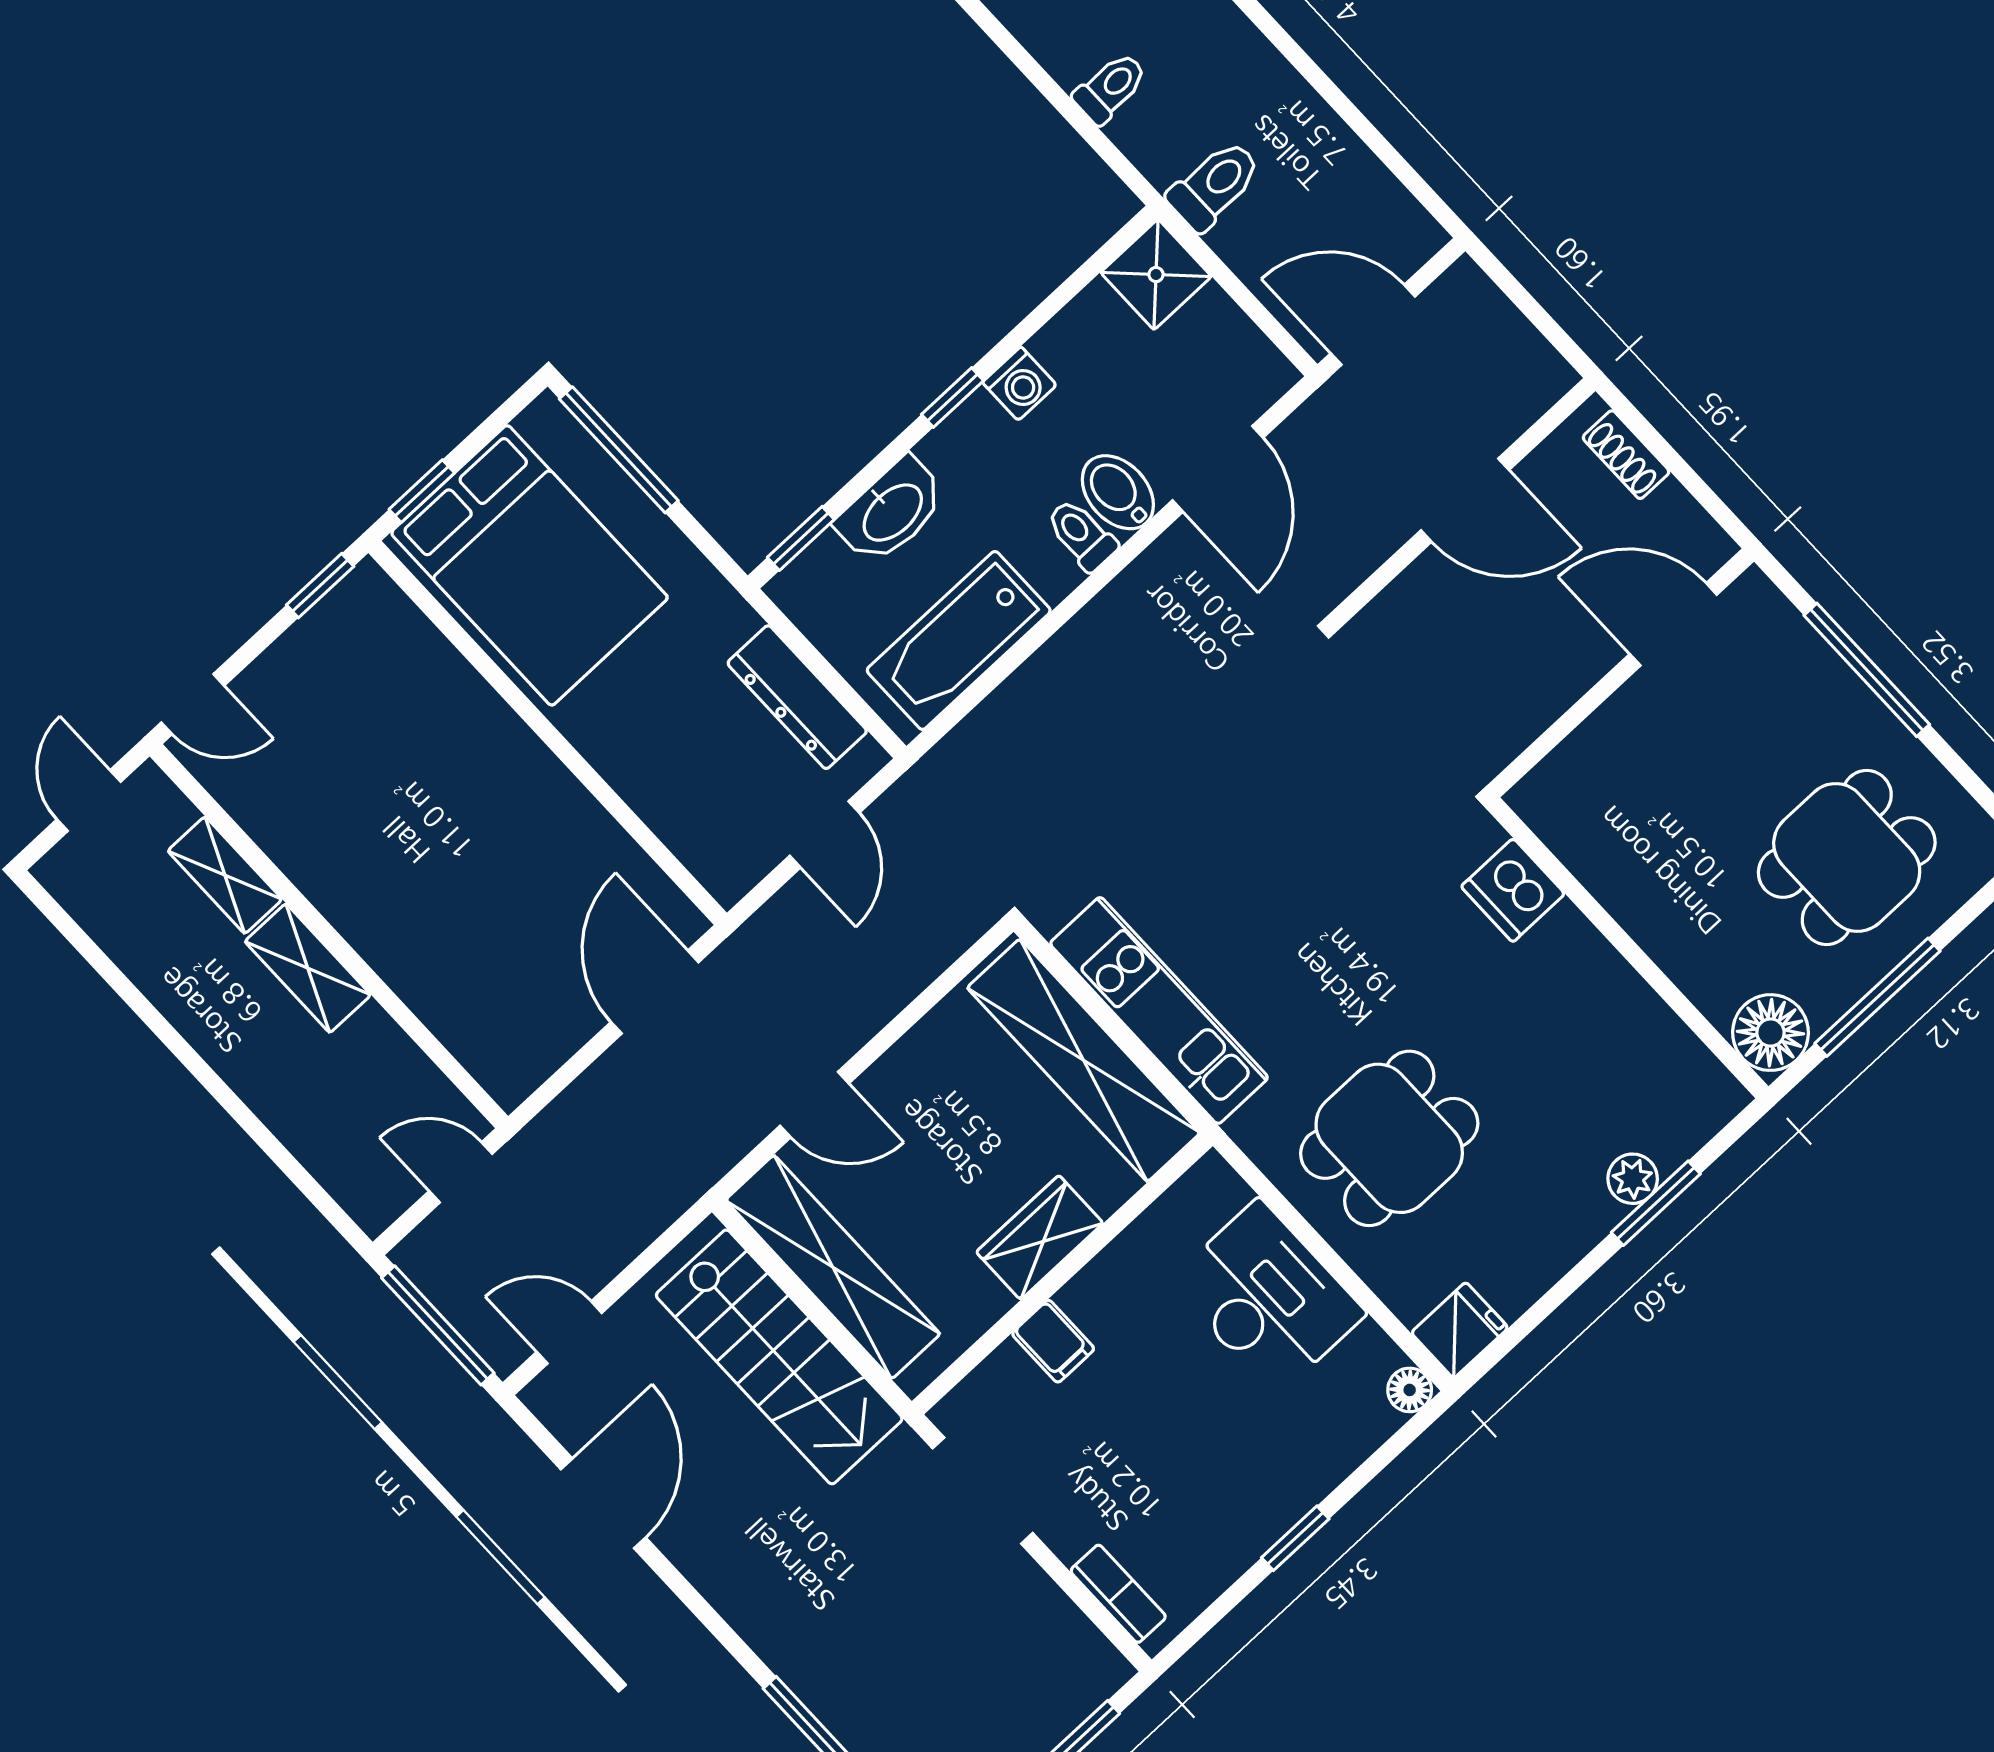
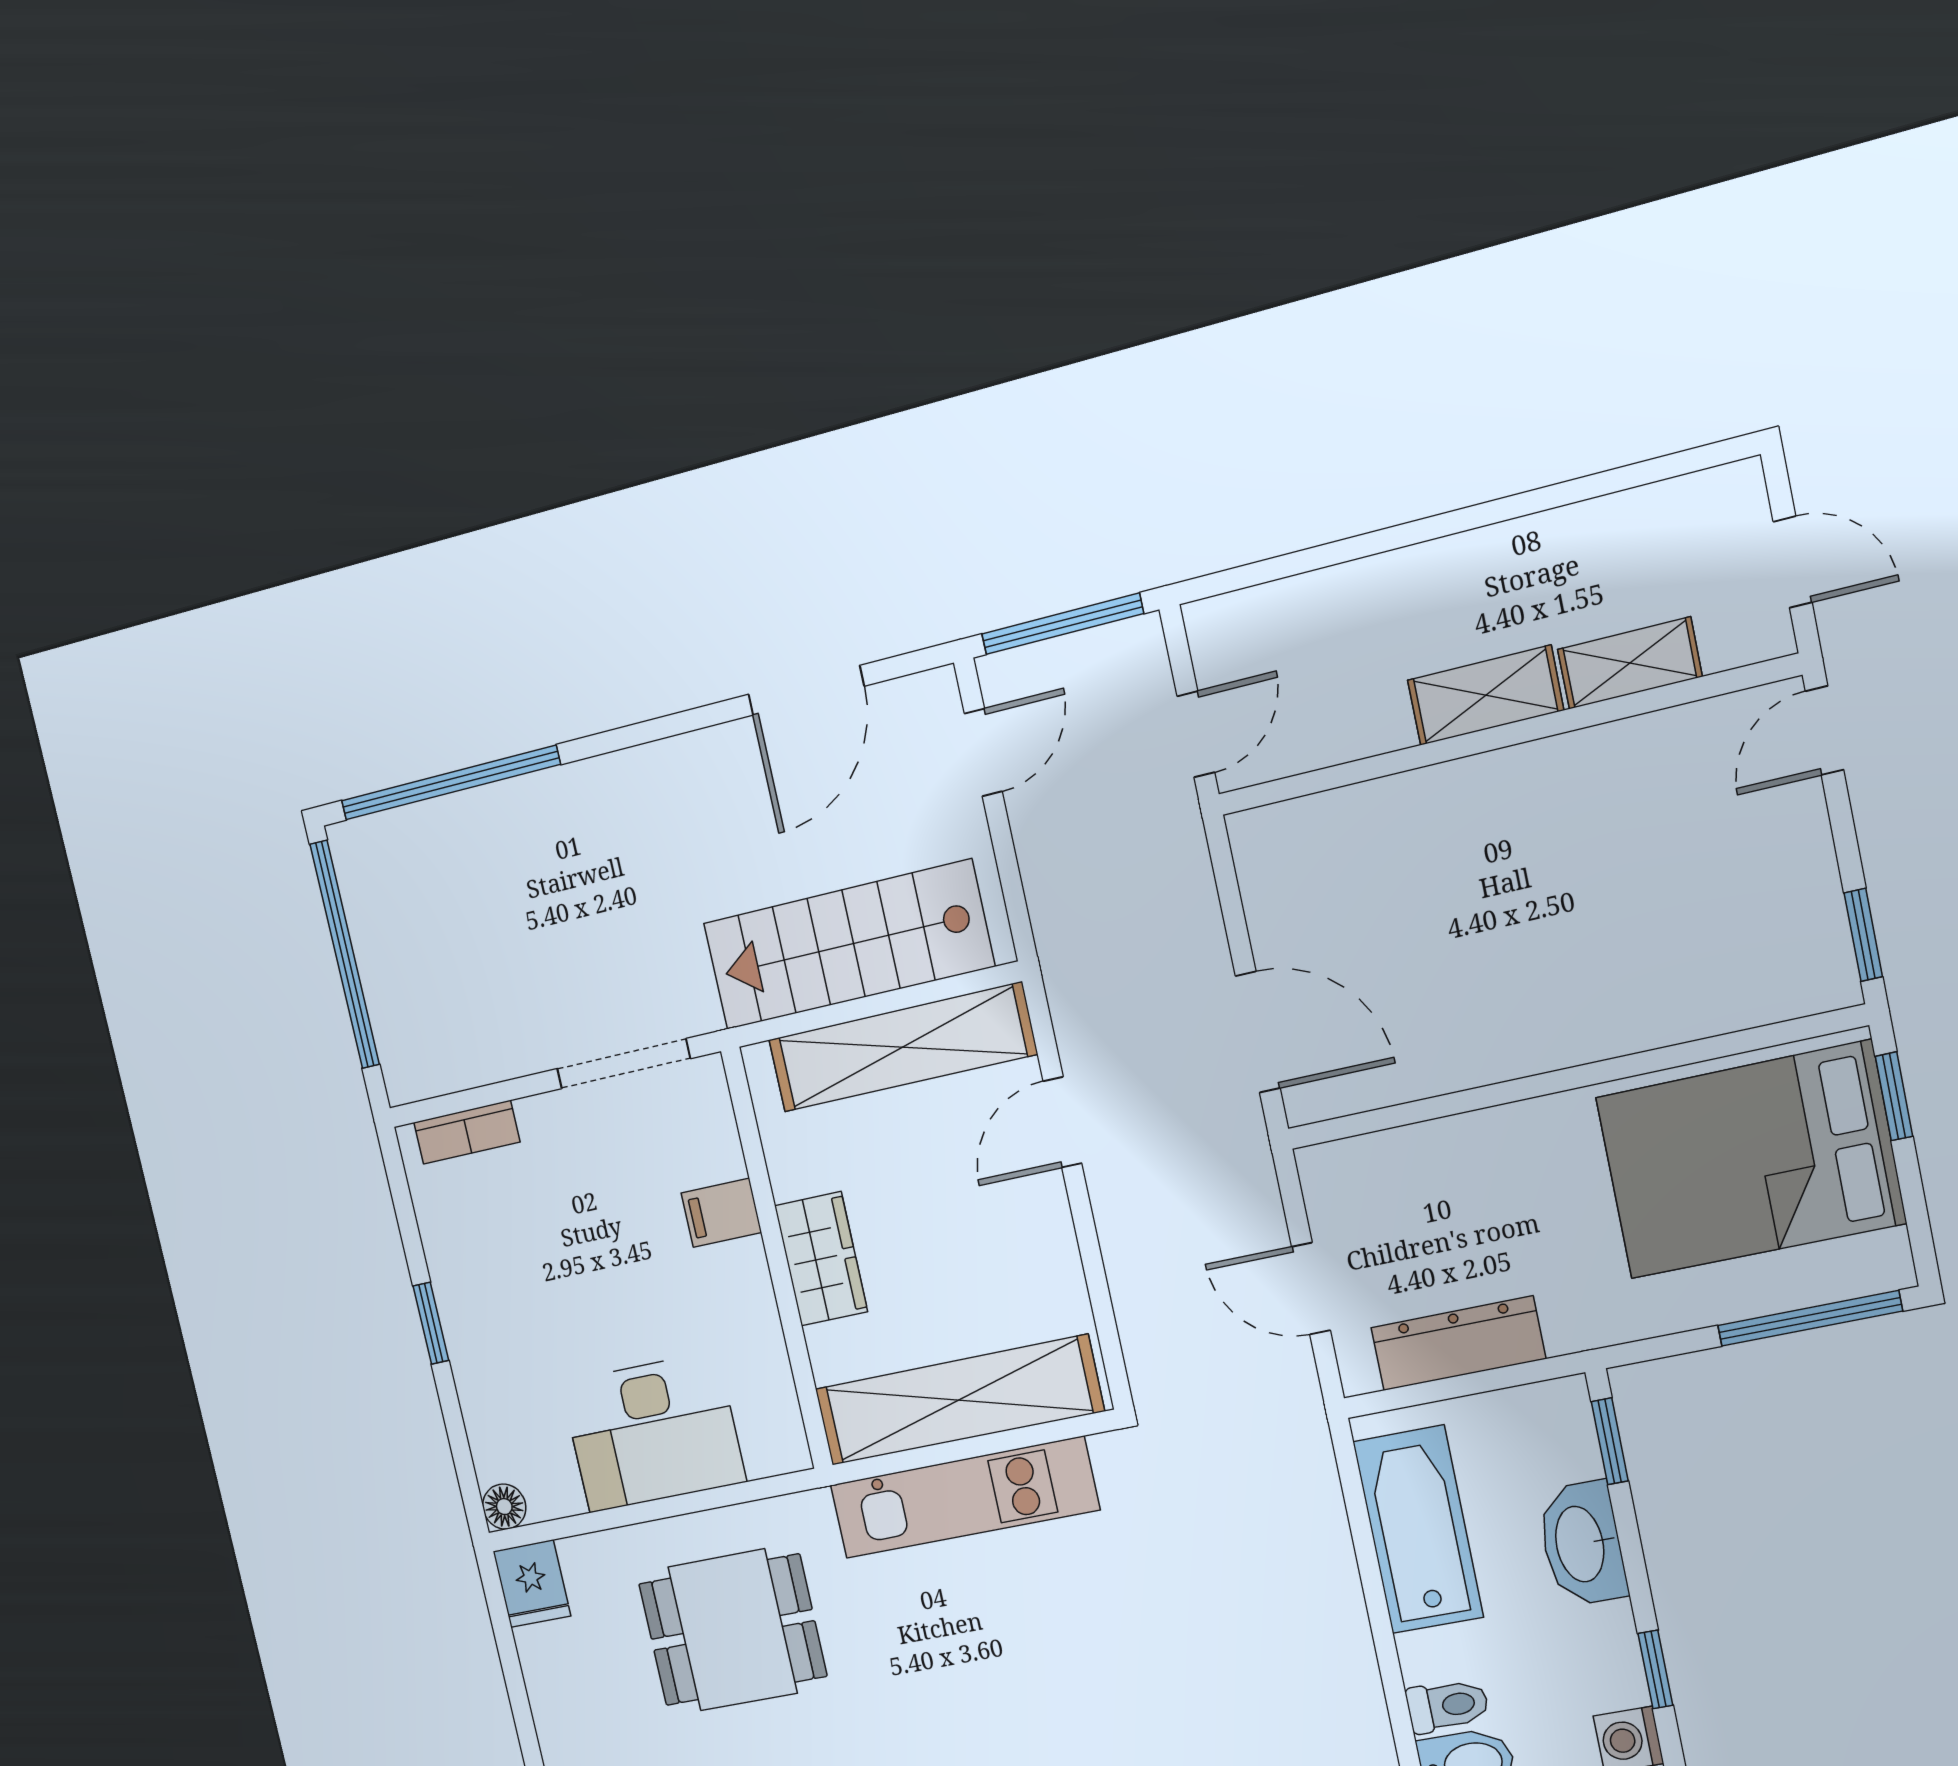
dining table: (1389, 1138) -> (733, 1630), turned 90
door: (603, 1503) -> (806, 690), hinge flipped

